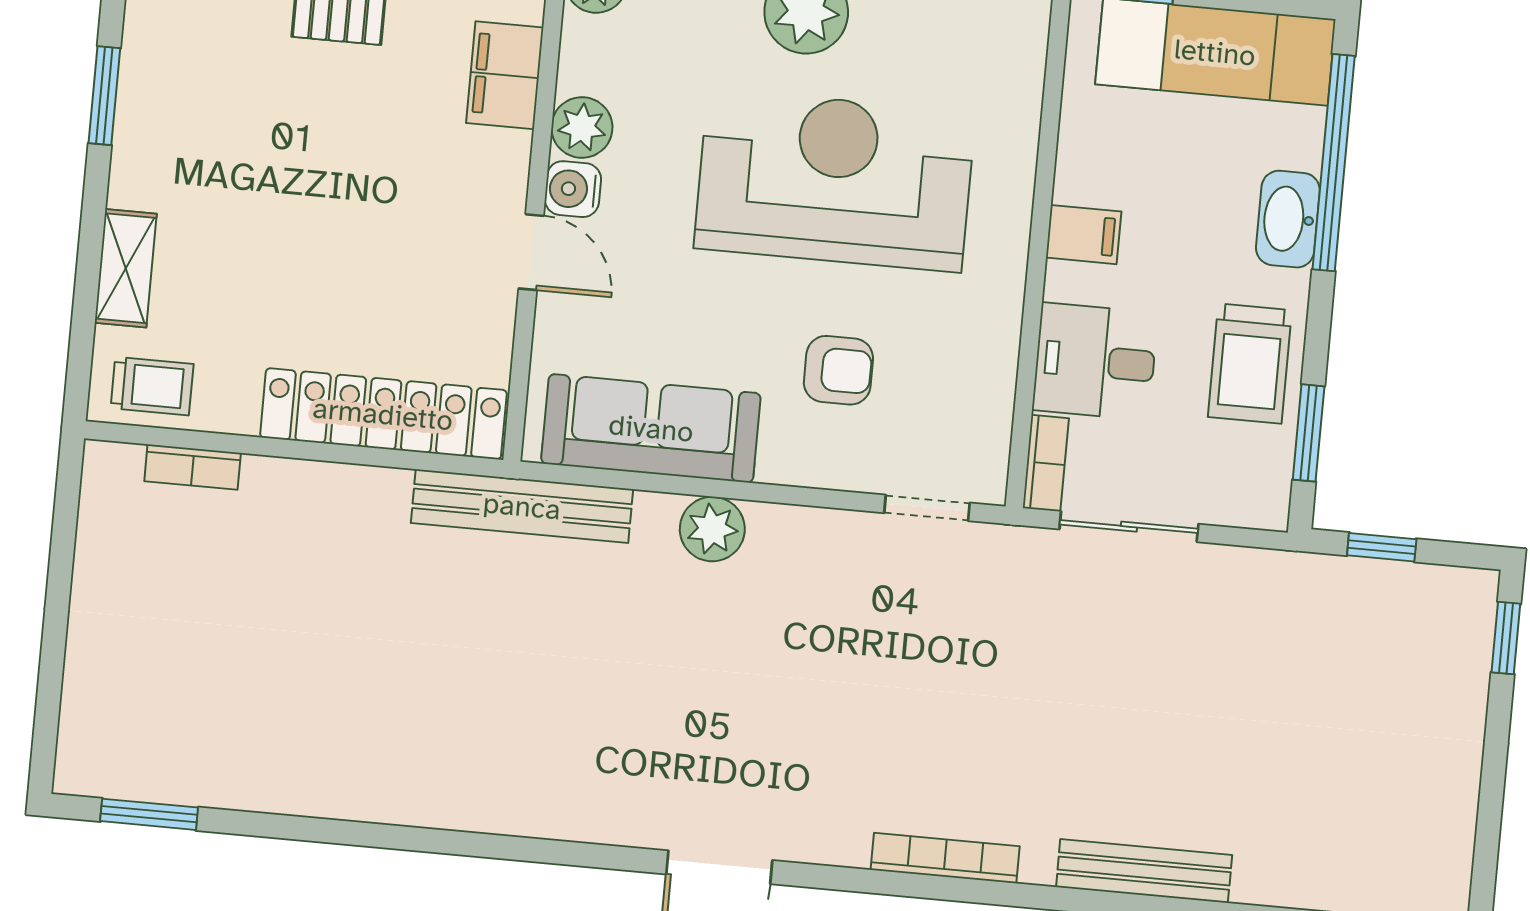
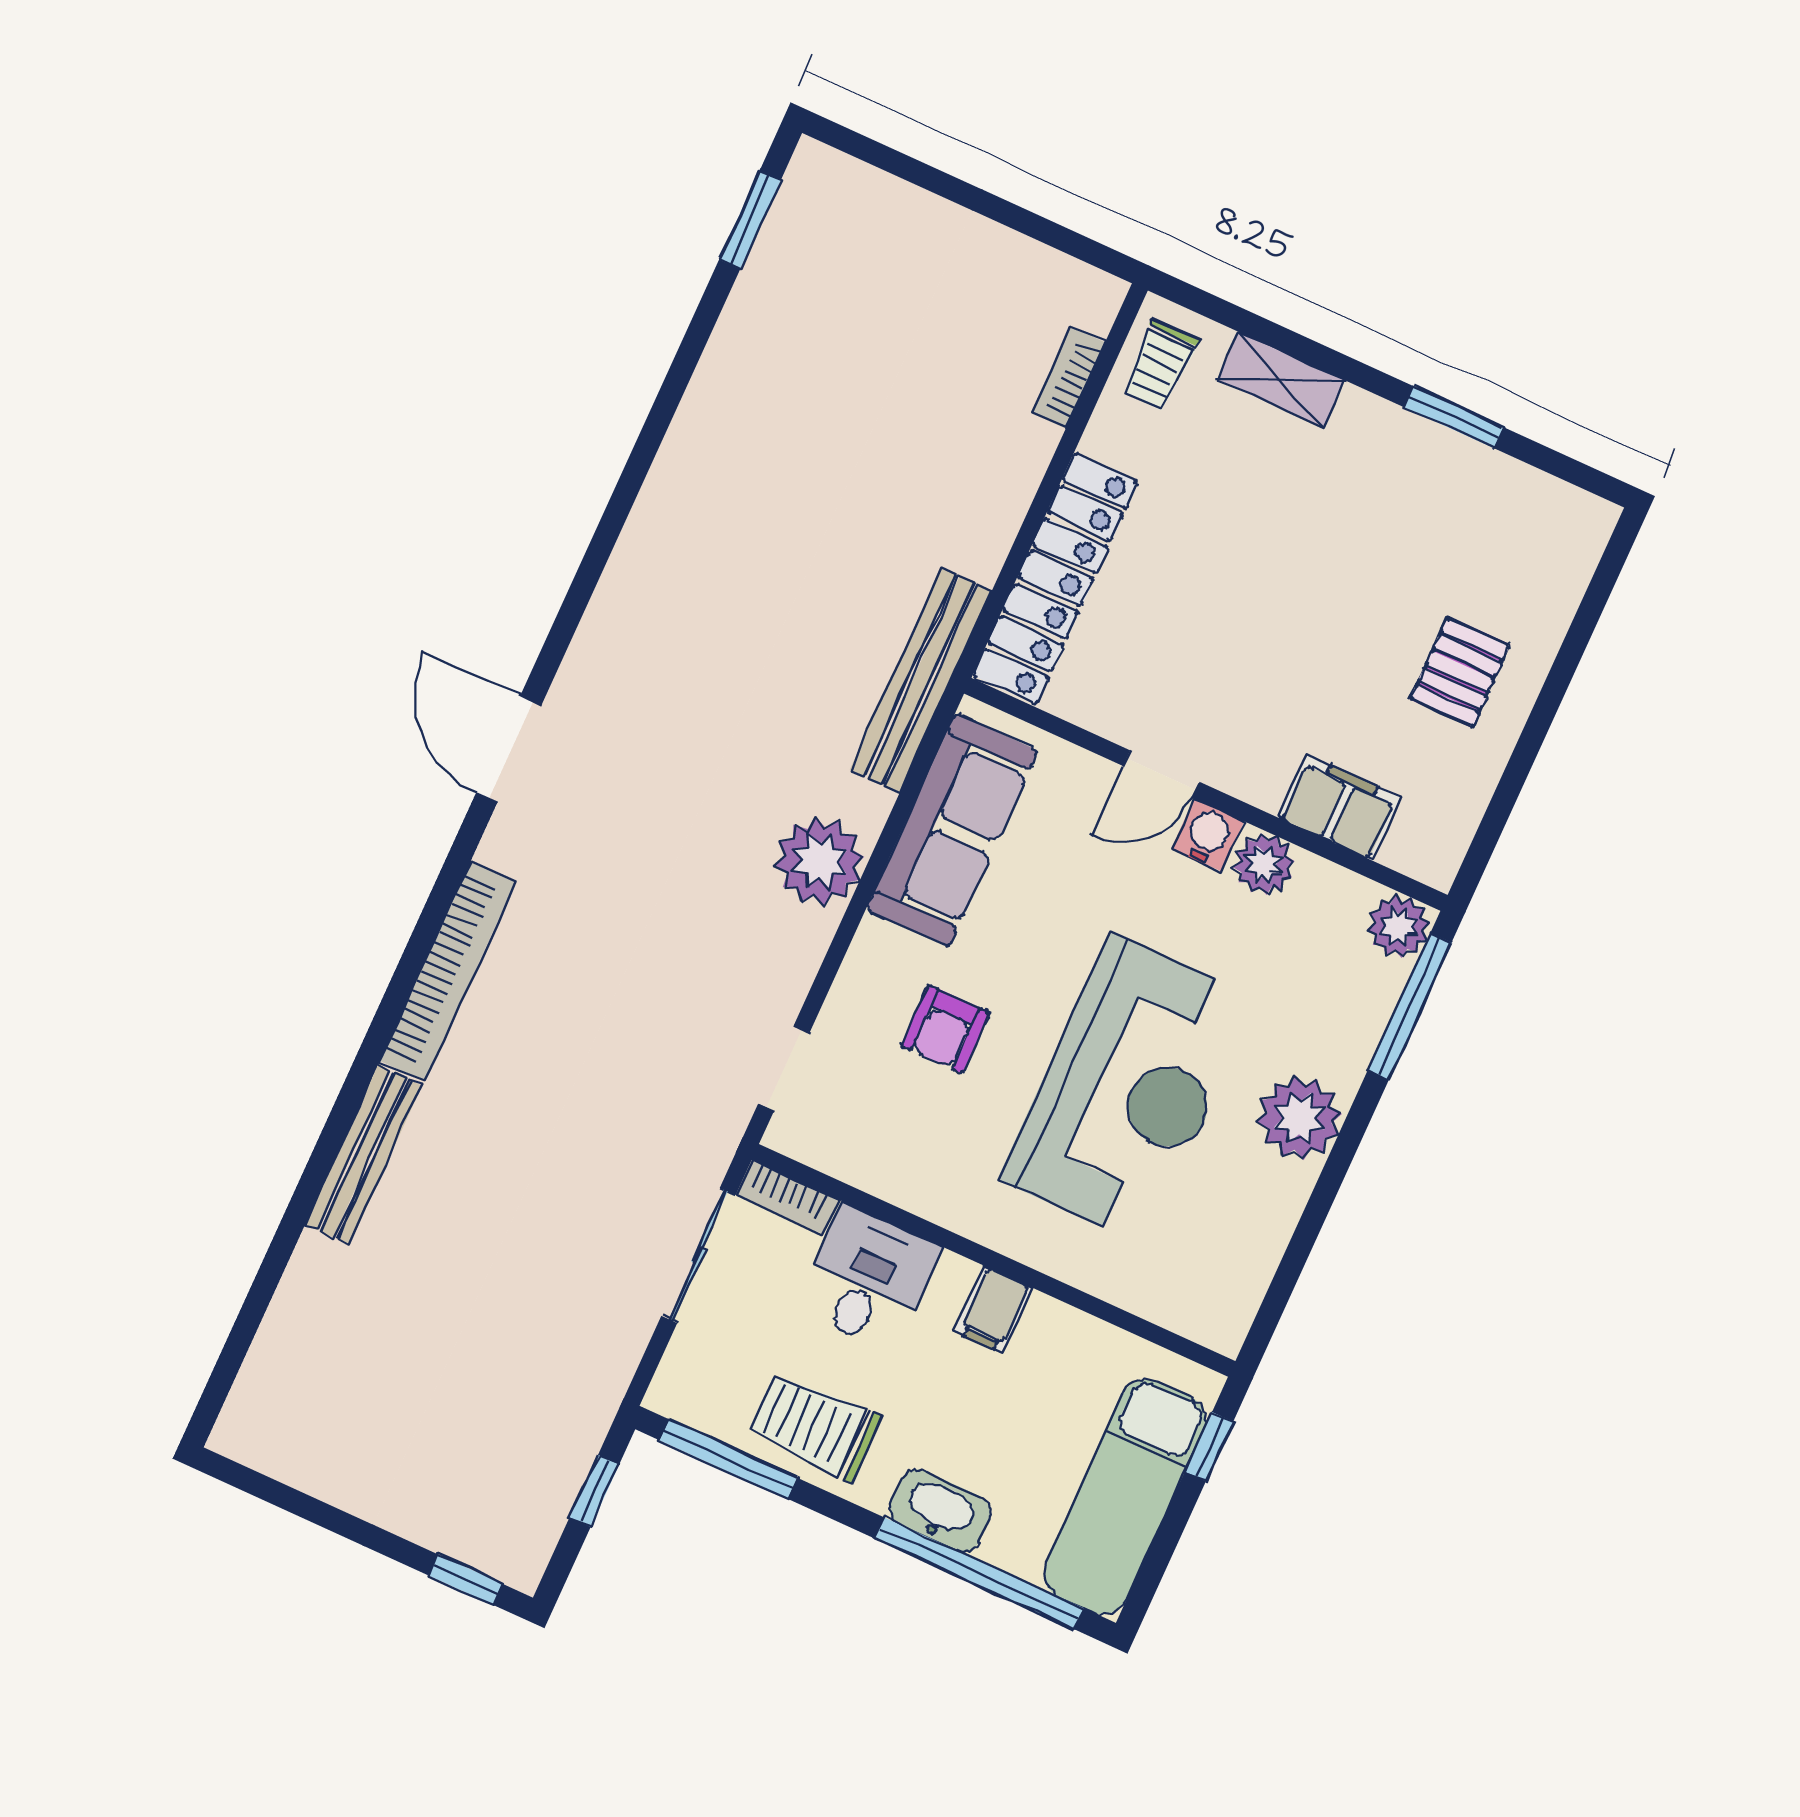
window: (1309, 433) -> (728, 1459), width x1.44
plant: (712, 529) -> (819, 861), width x1.36, depth x1.36
bookcase: (945, 858) -> (448, 971), width x1.48, depth x1.31

